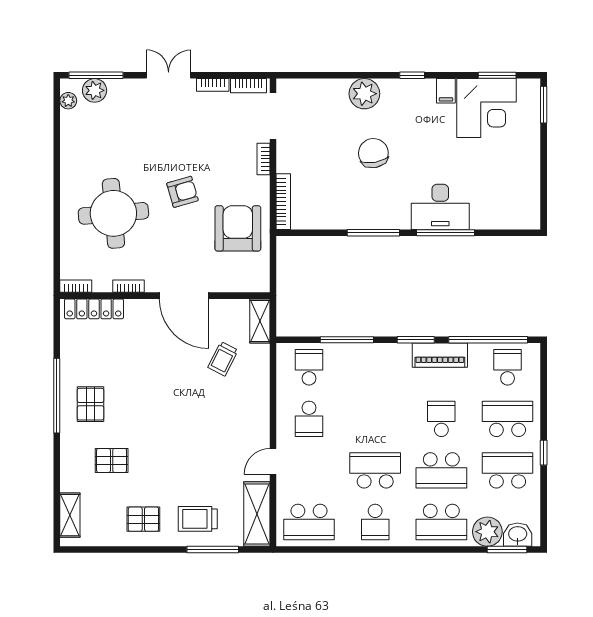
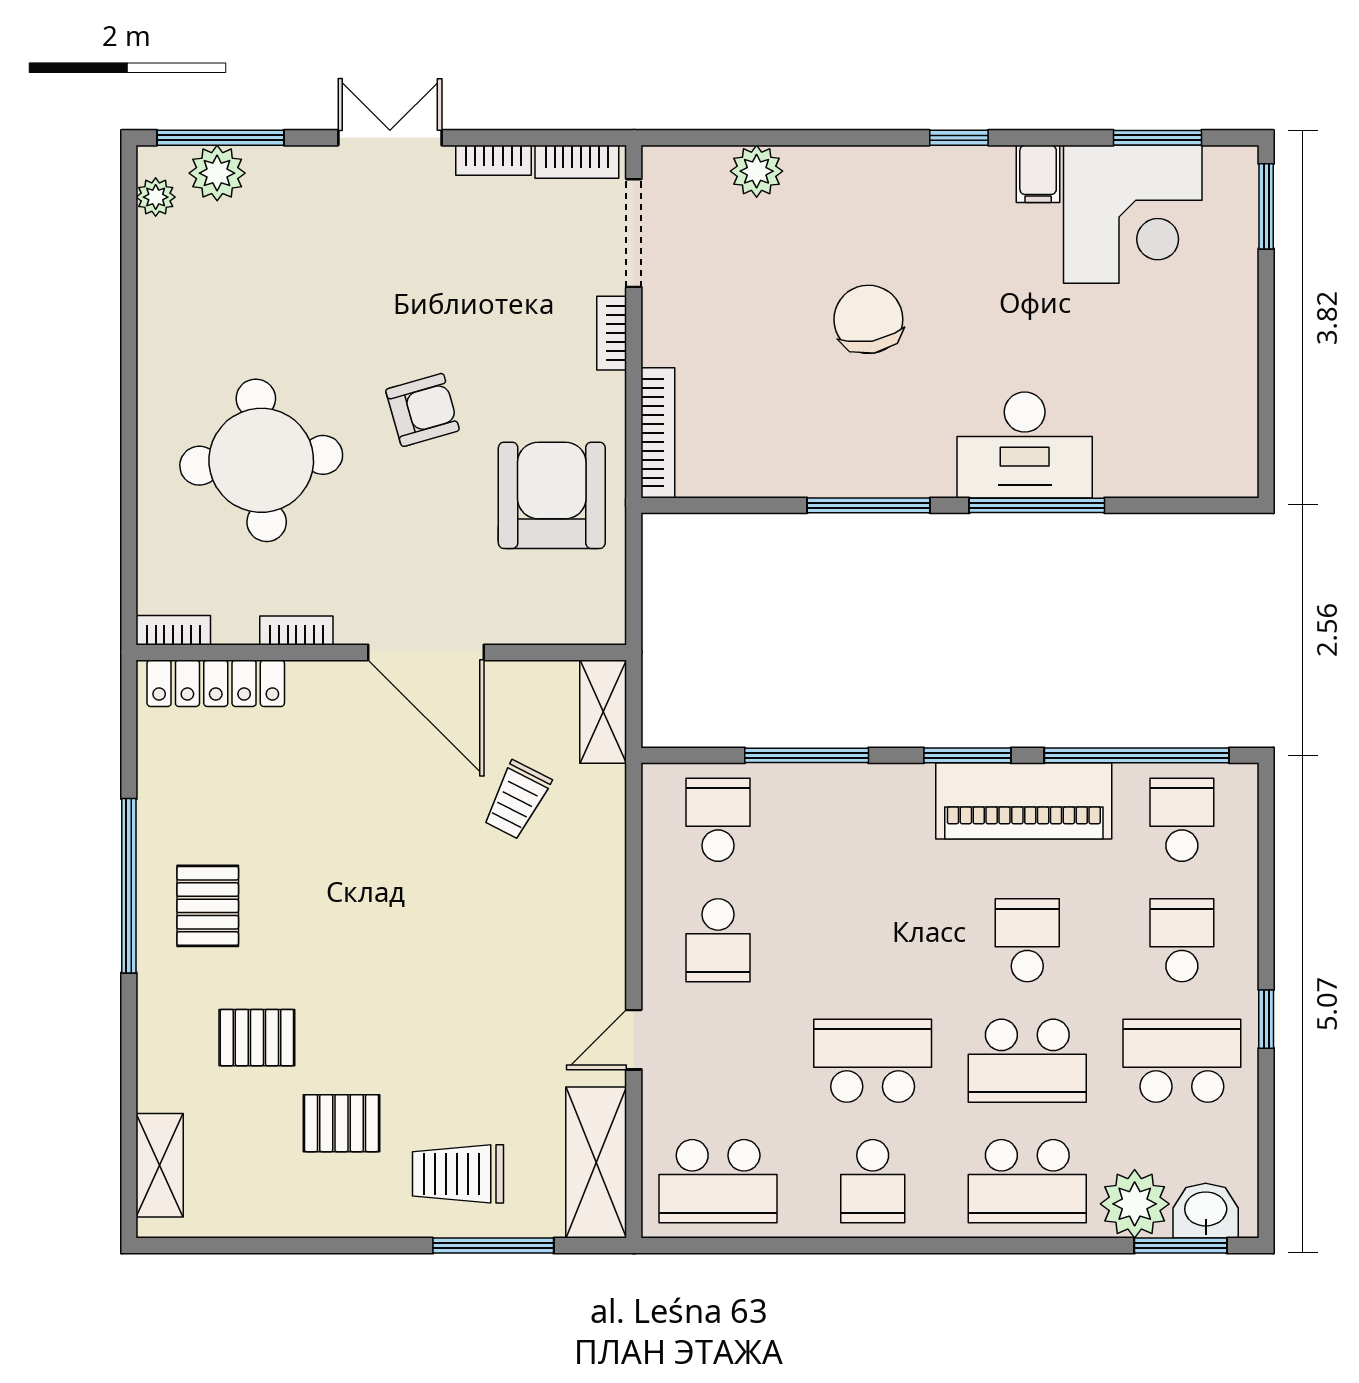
plant: (364, 94) -> (757, 171), moved, width x0.73, depth x0.73
piano: (440, 355) -> (1024, 801), width x1.37, depth x1.33
school desk: (508, 419) -> (1182, 940), width x0.54
pallet: (143, 519) -> (341, 1123), moved

